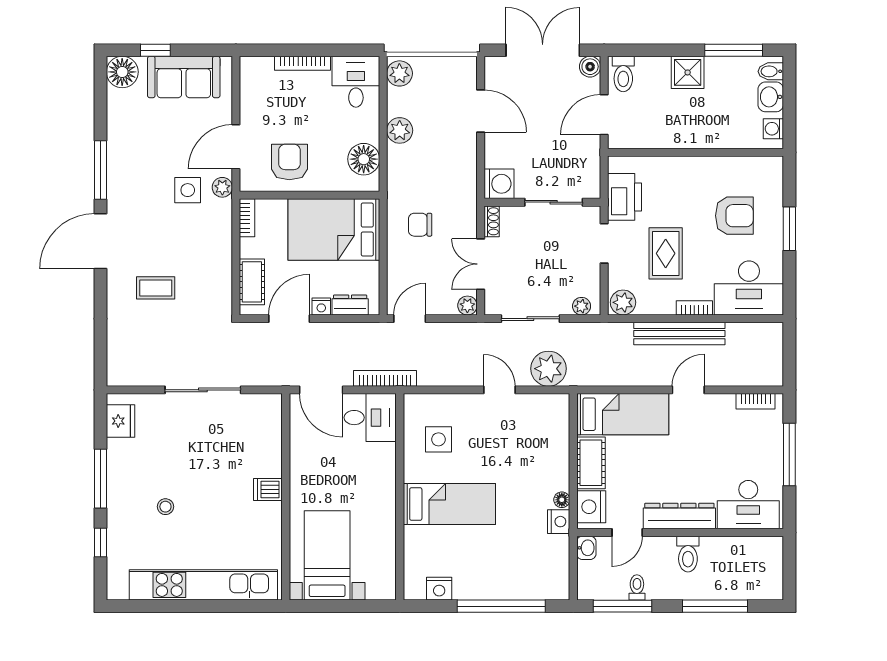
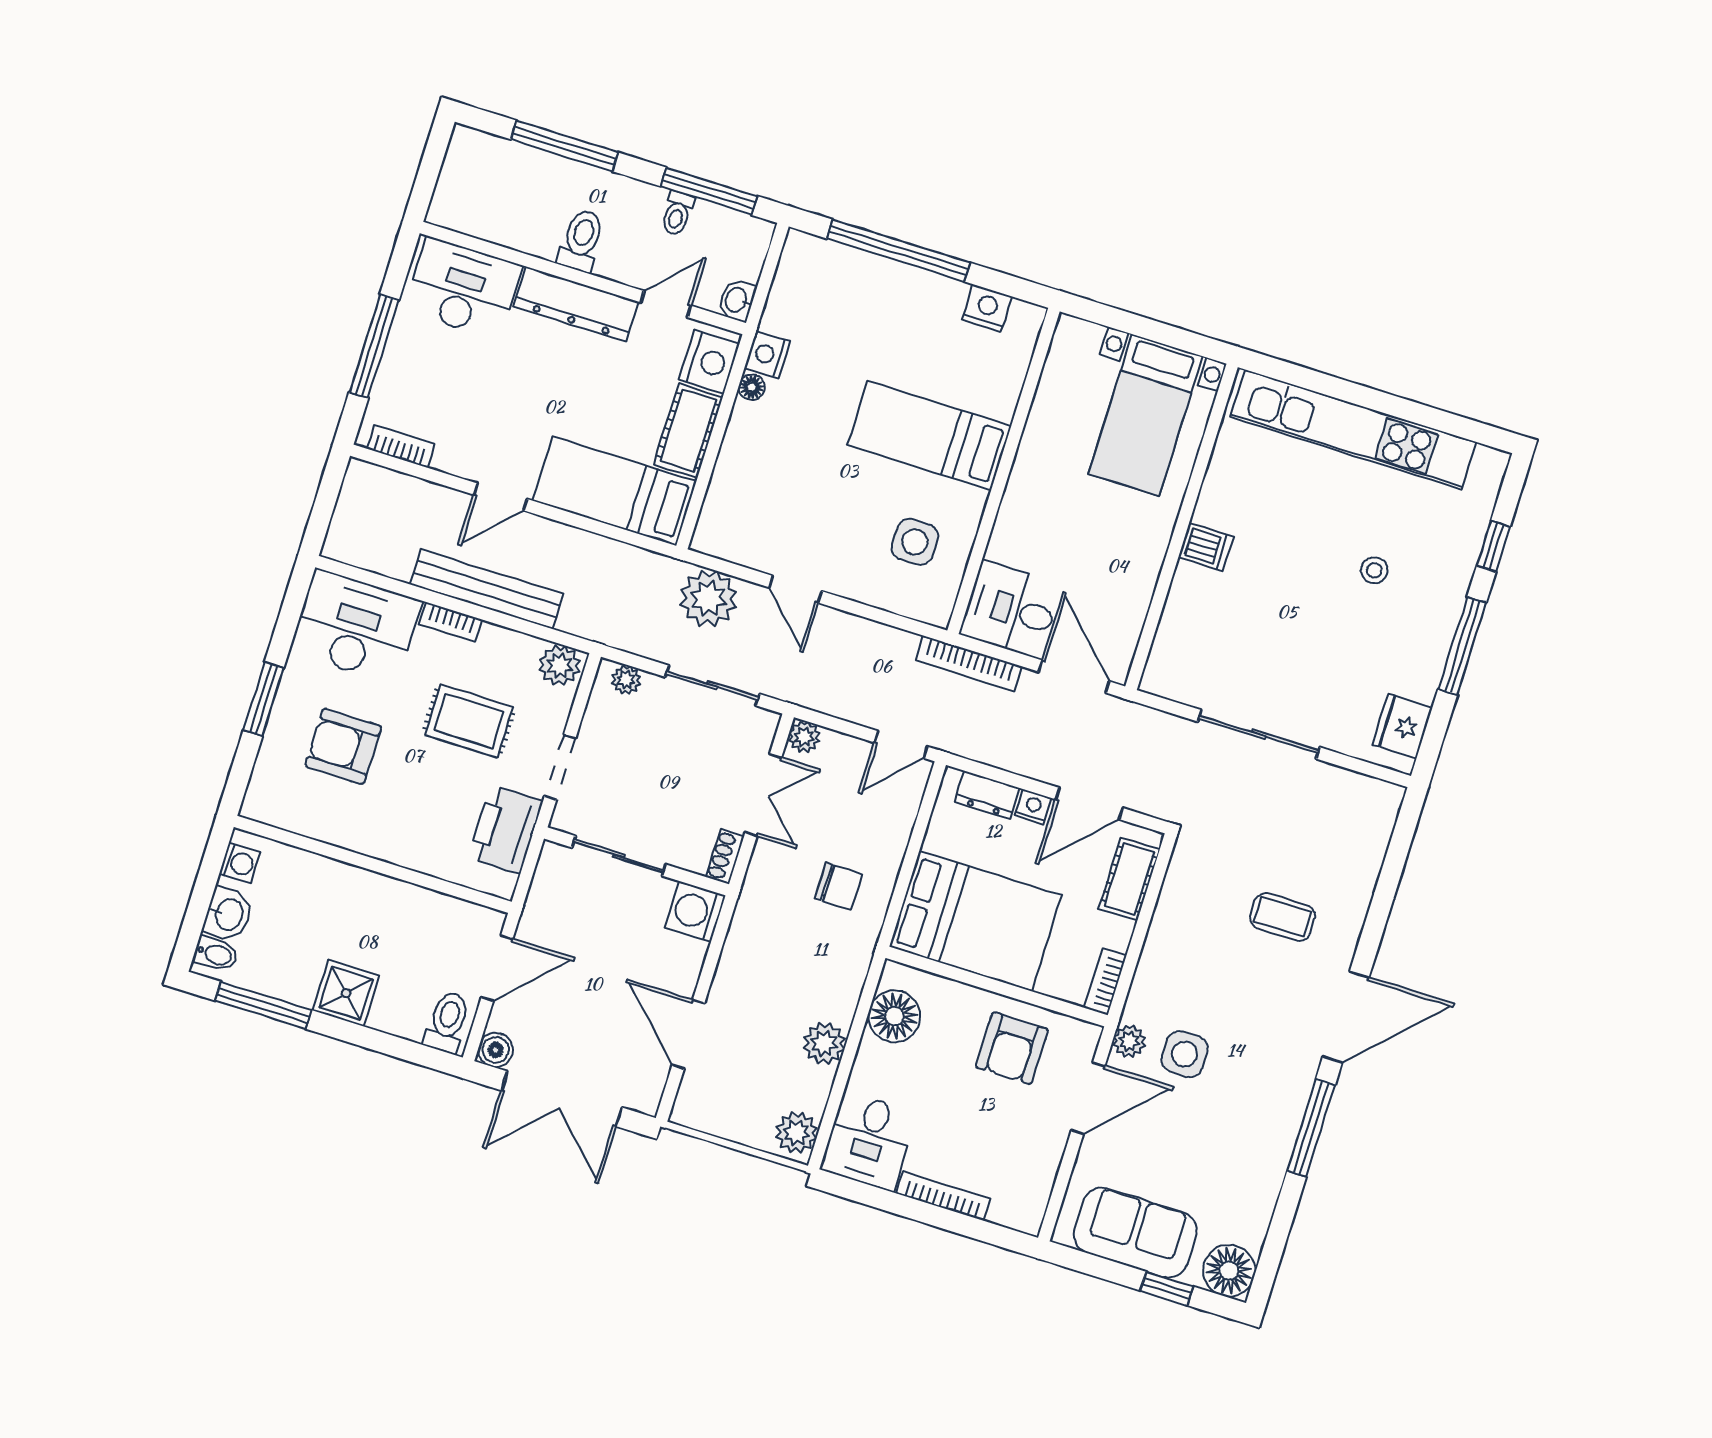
rug: (666, 253) -> (469, 721), turned 90

